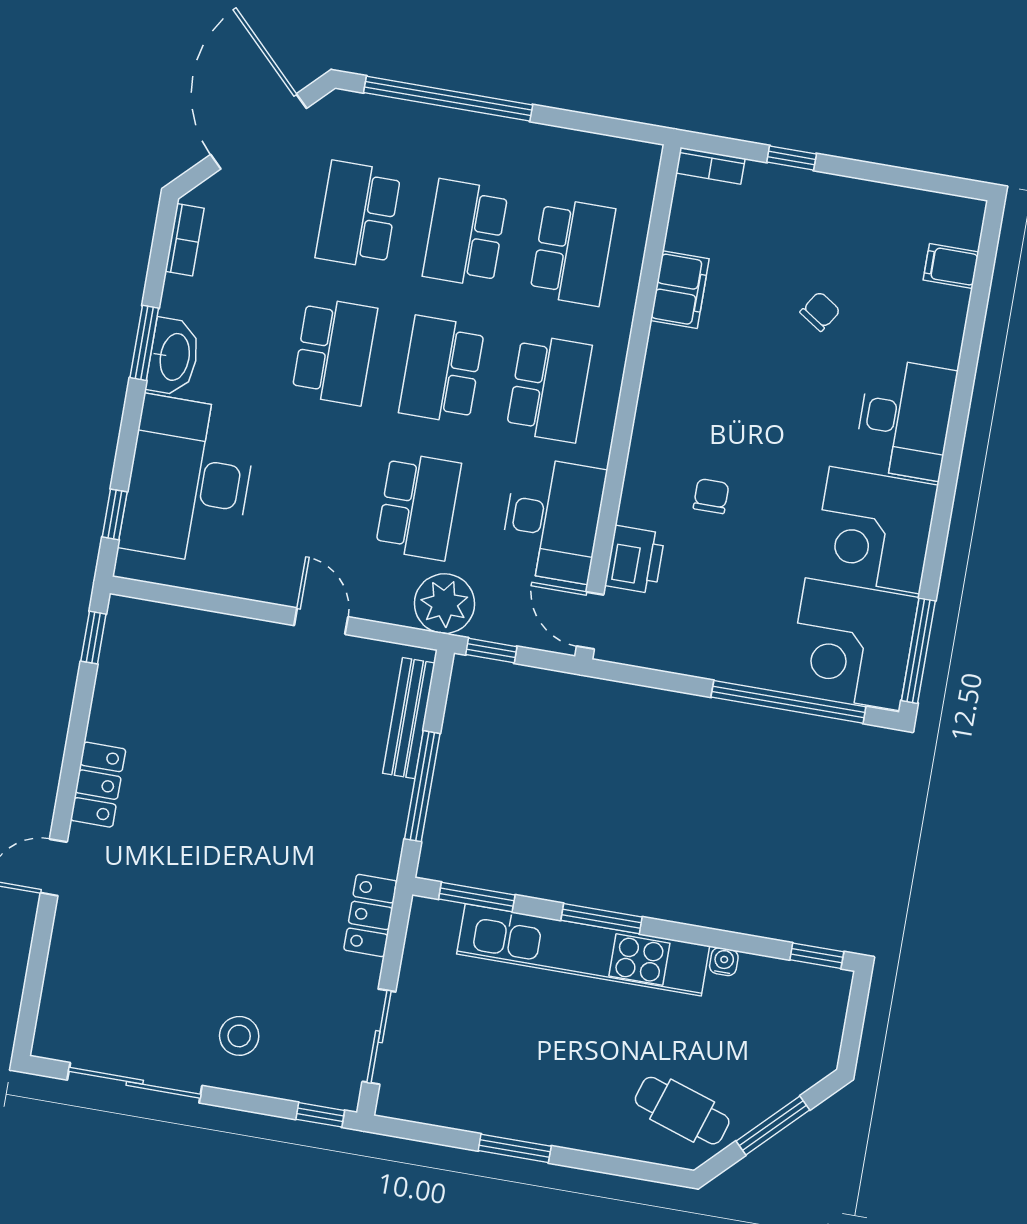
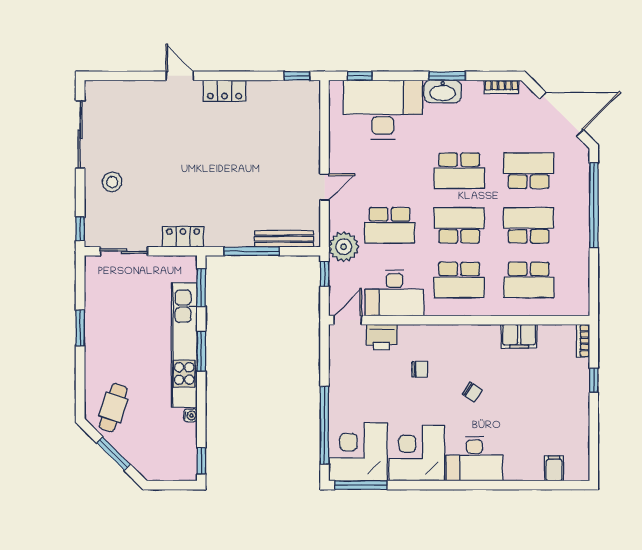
chair: (820, 311) -> (472, 392), moved

